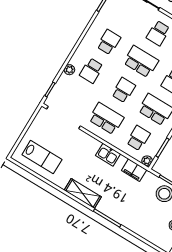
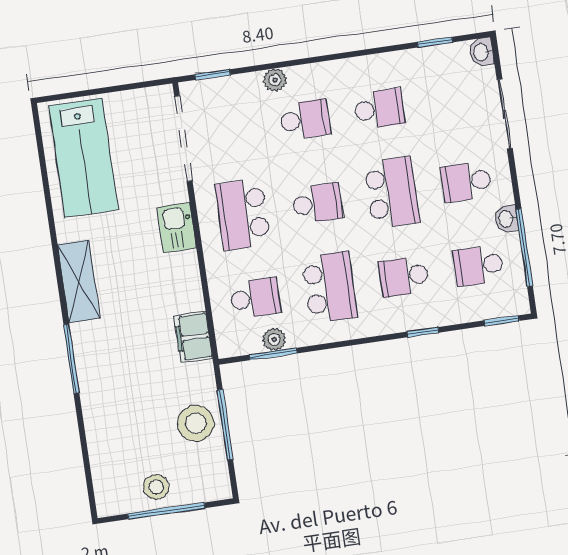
school desk: (91, 71) -> (305, 120), turned 180
school desk: (106, 119) -> (243, 214), turned 180
kitchen sink: (108, 155) -> (177, 228), moved
lab bench: (42, 157) -> (83, 158), width x1.36, depth x1.39
plant: (147, 161) -> (274, 339), moved

